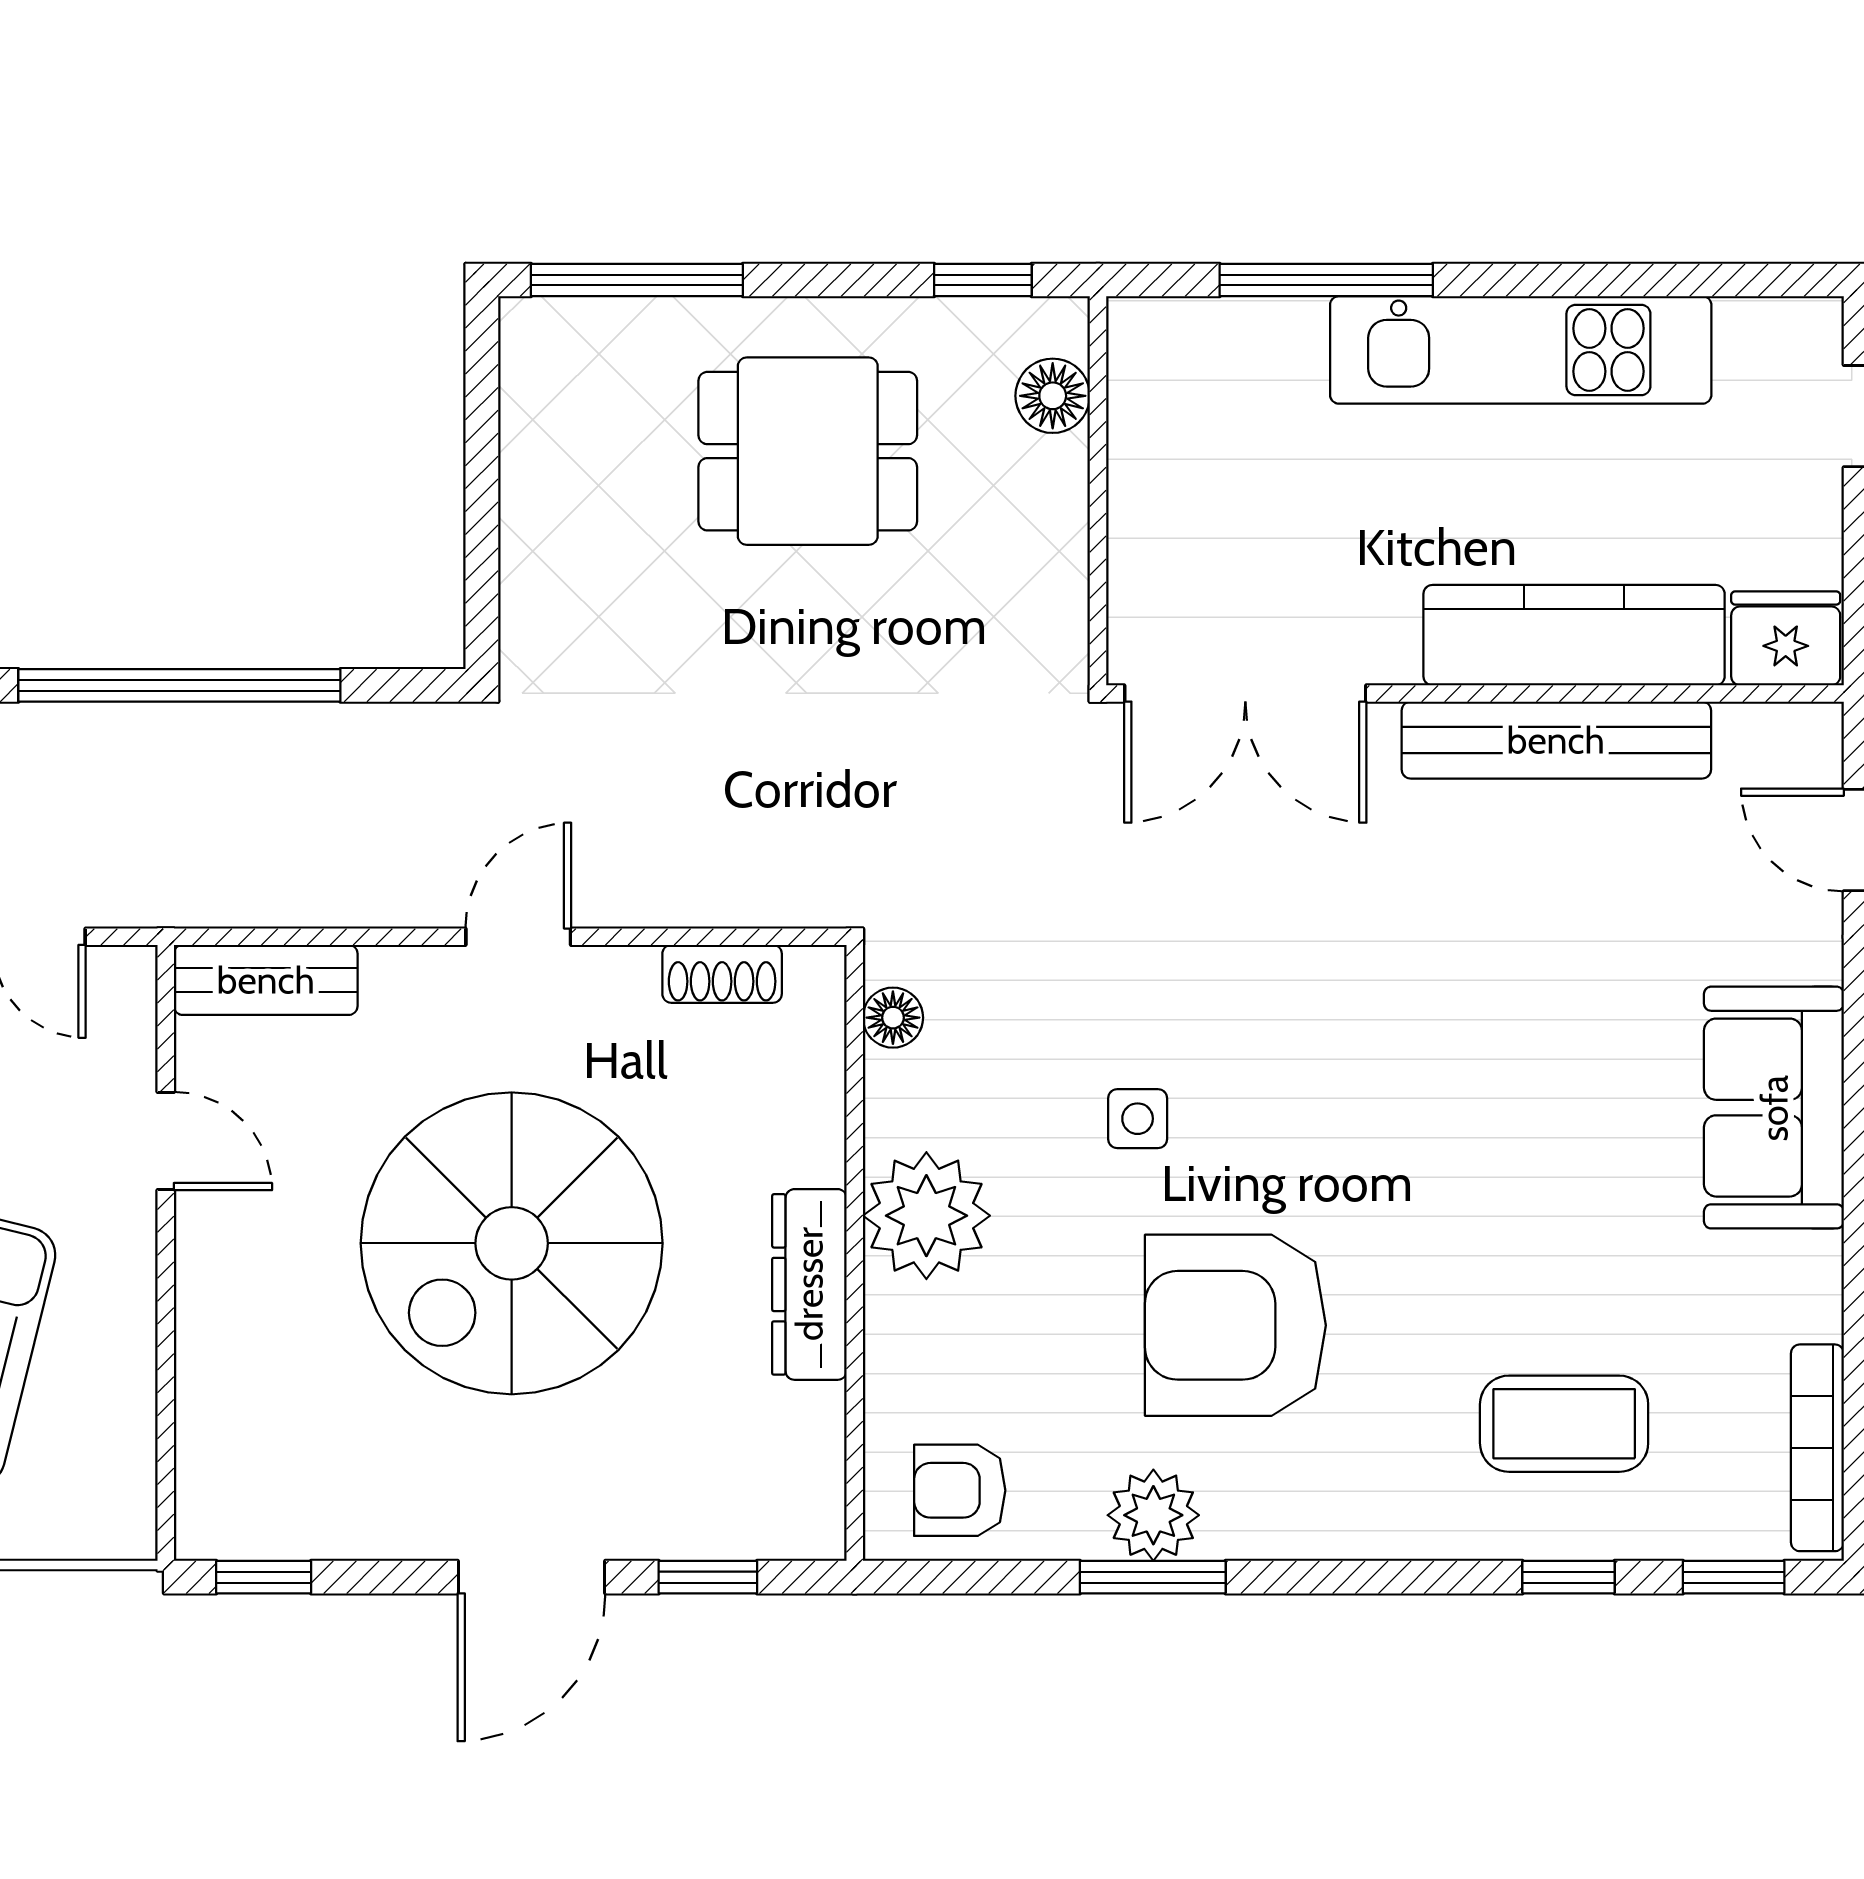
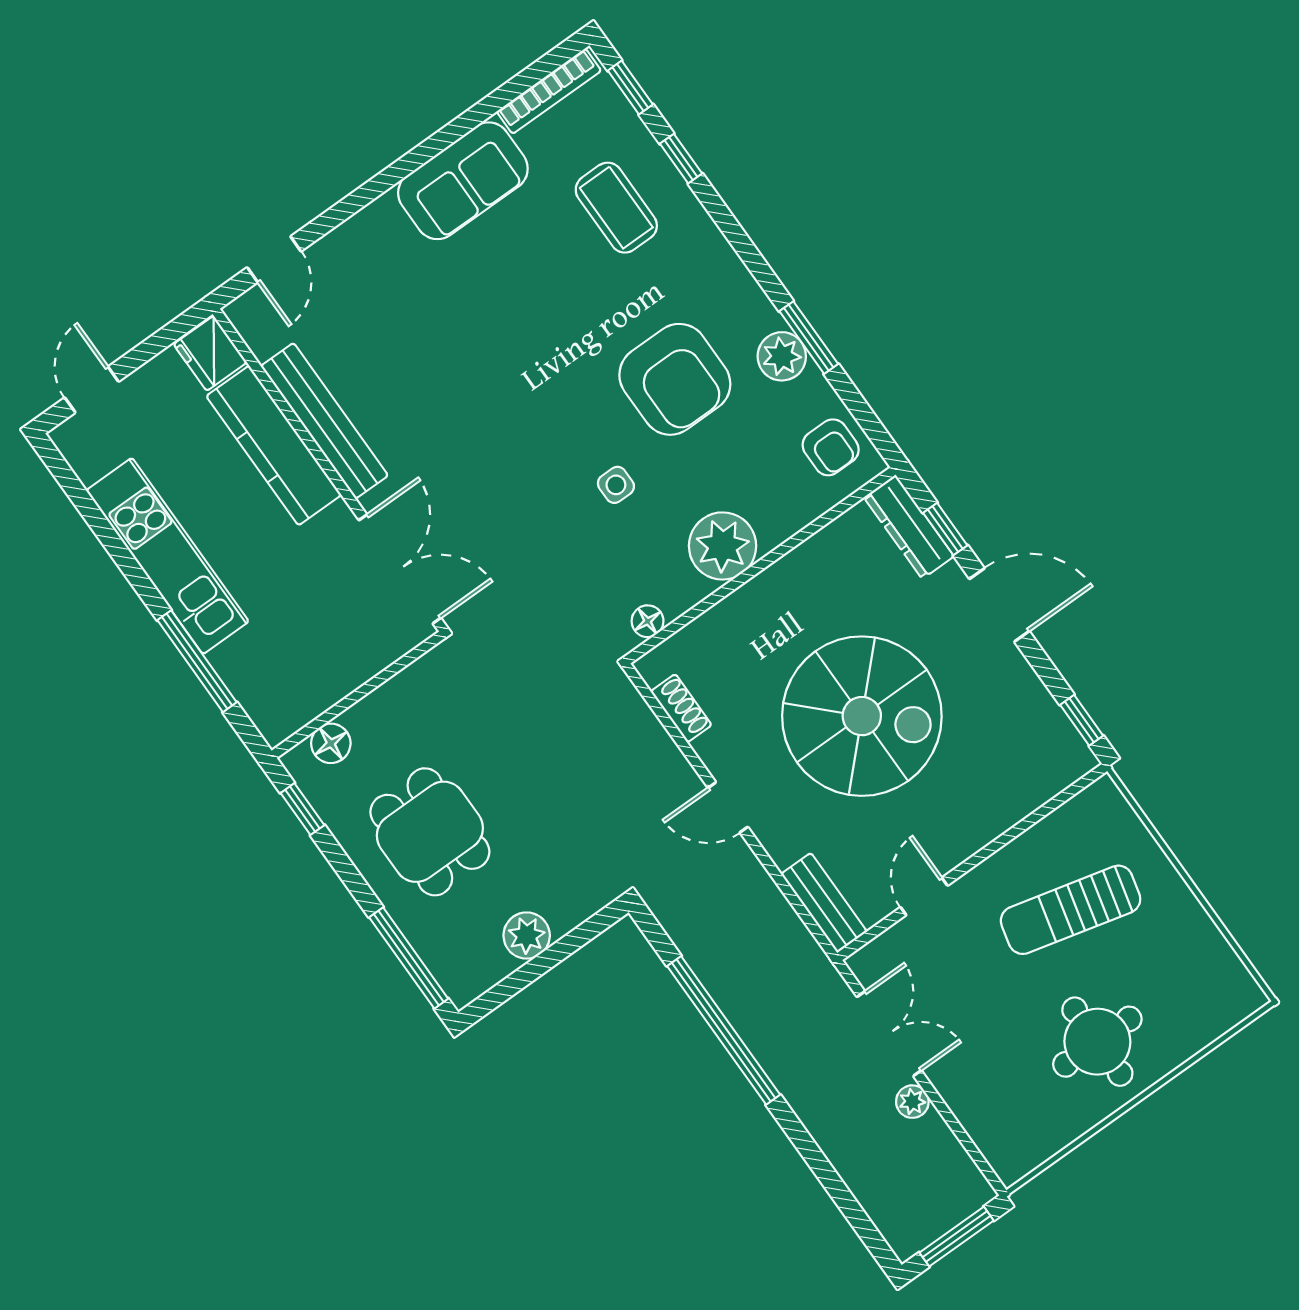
plant: (542, 486) -> (527, 936), added
sofa: (1774, 1108) -> (463, 181), moved
dresser: (809, 1284) -> (909, 527), moved, turned 90

